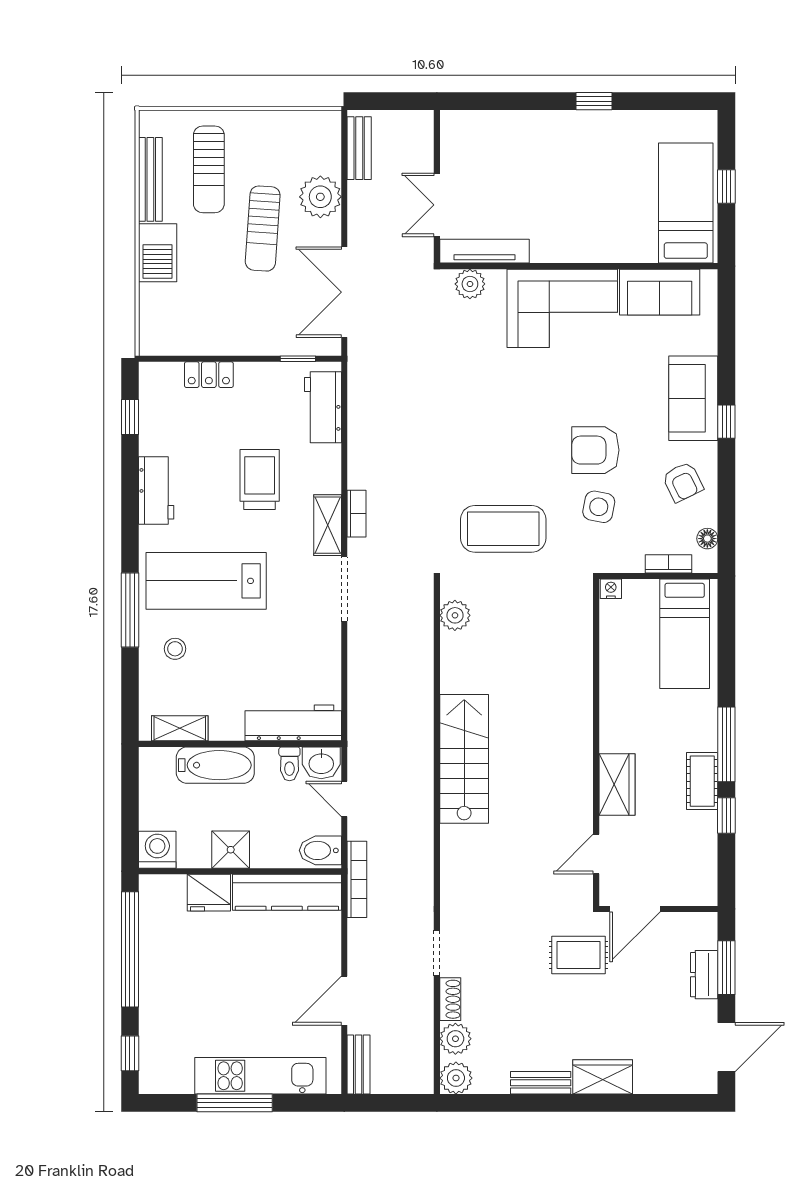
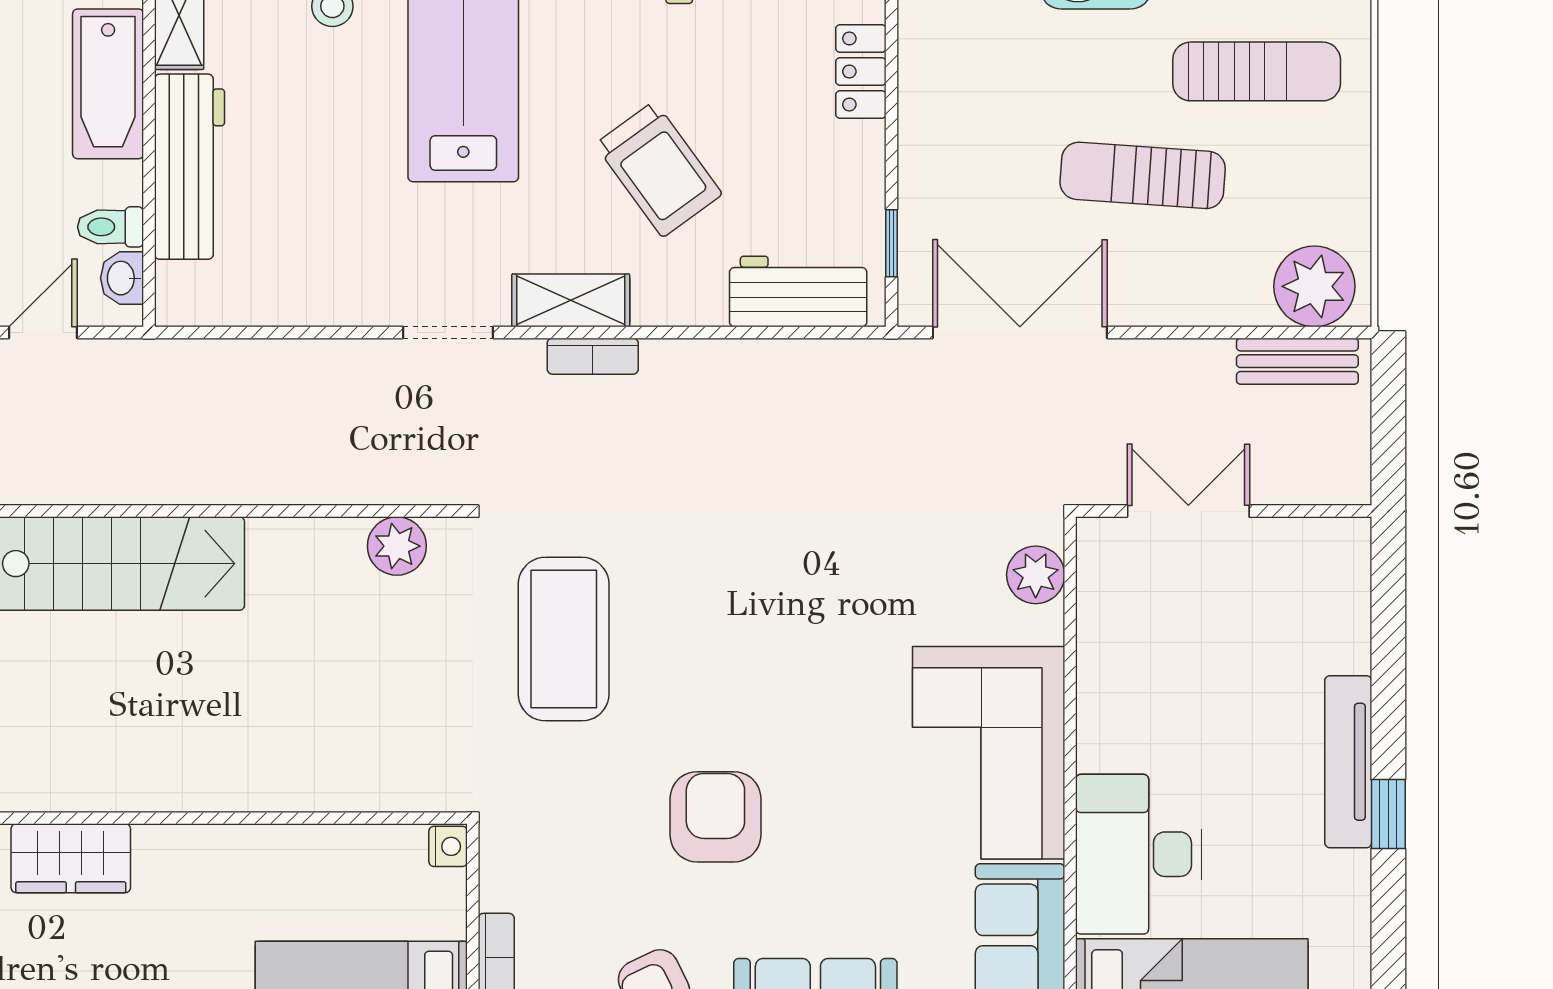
sun lounger: (209, 169) -> (1257, 71), turned 180
plant: (320, 197) -> (1314, 286), moved
desk: (615, 231) -> (1139, 854), added
tv unit: (484, 251) -> (1348, 762), moved, turned 180
trolley: (260, 480) -> (659, 169), turned 54
side table: (599, 507) -> (606, 823), removed
doorway: (344, 589) -> (448, 332), width x0.73
workbench: (293, 723) -> (189, 167), moved
washbasin: (321, 763) -> (122, 278), width x0.72, depth x0.69

